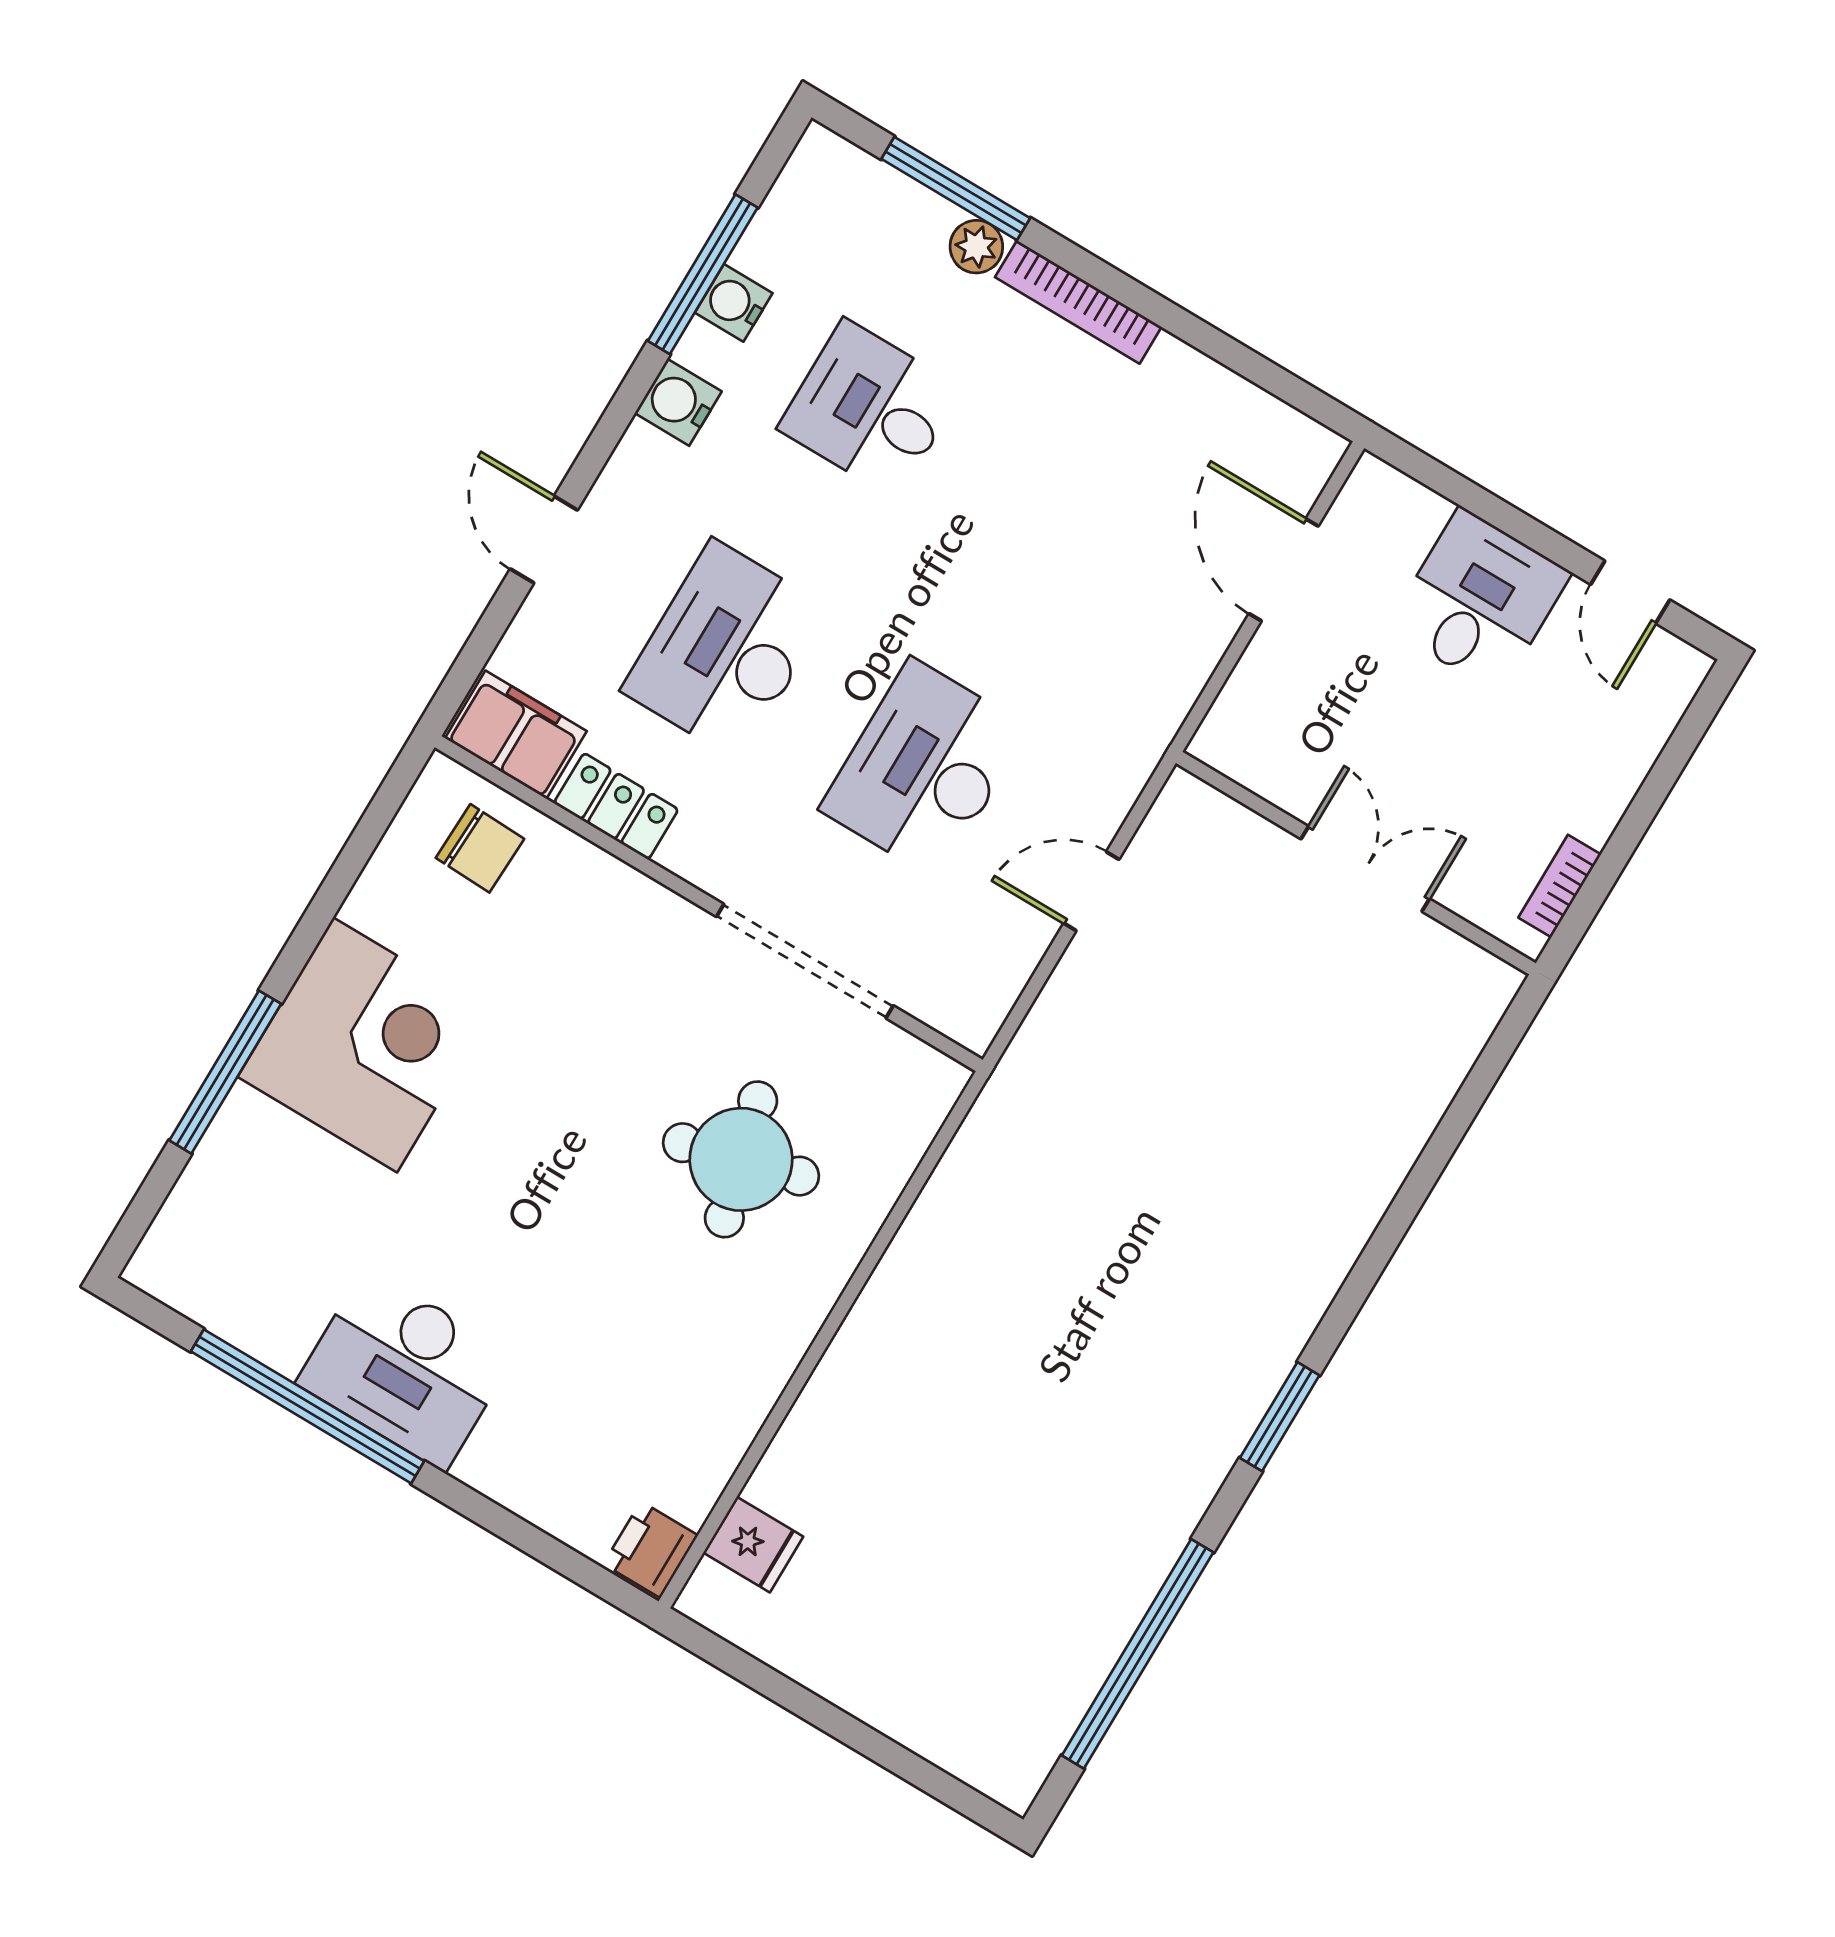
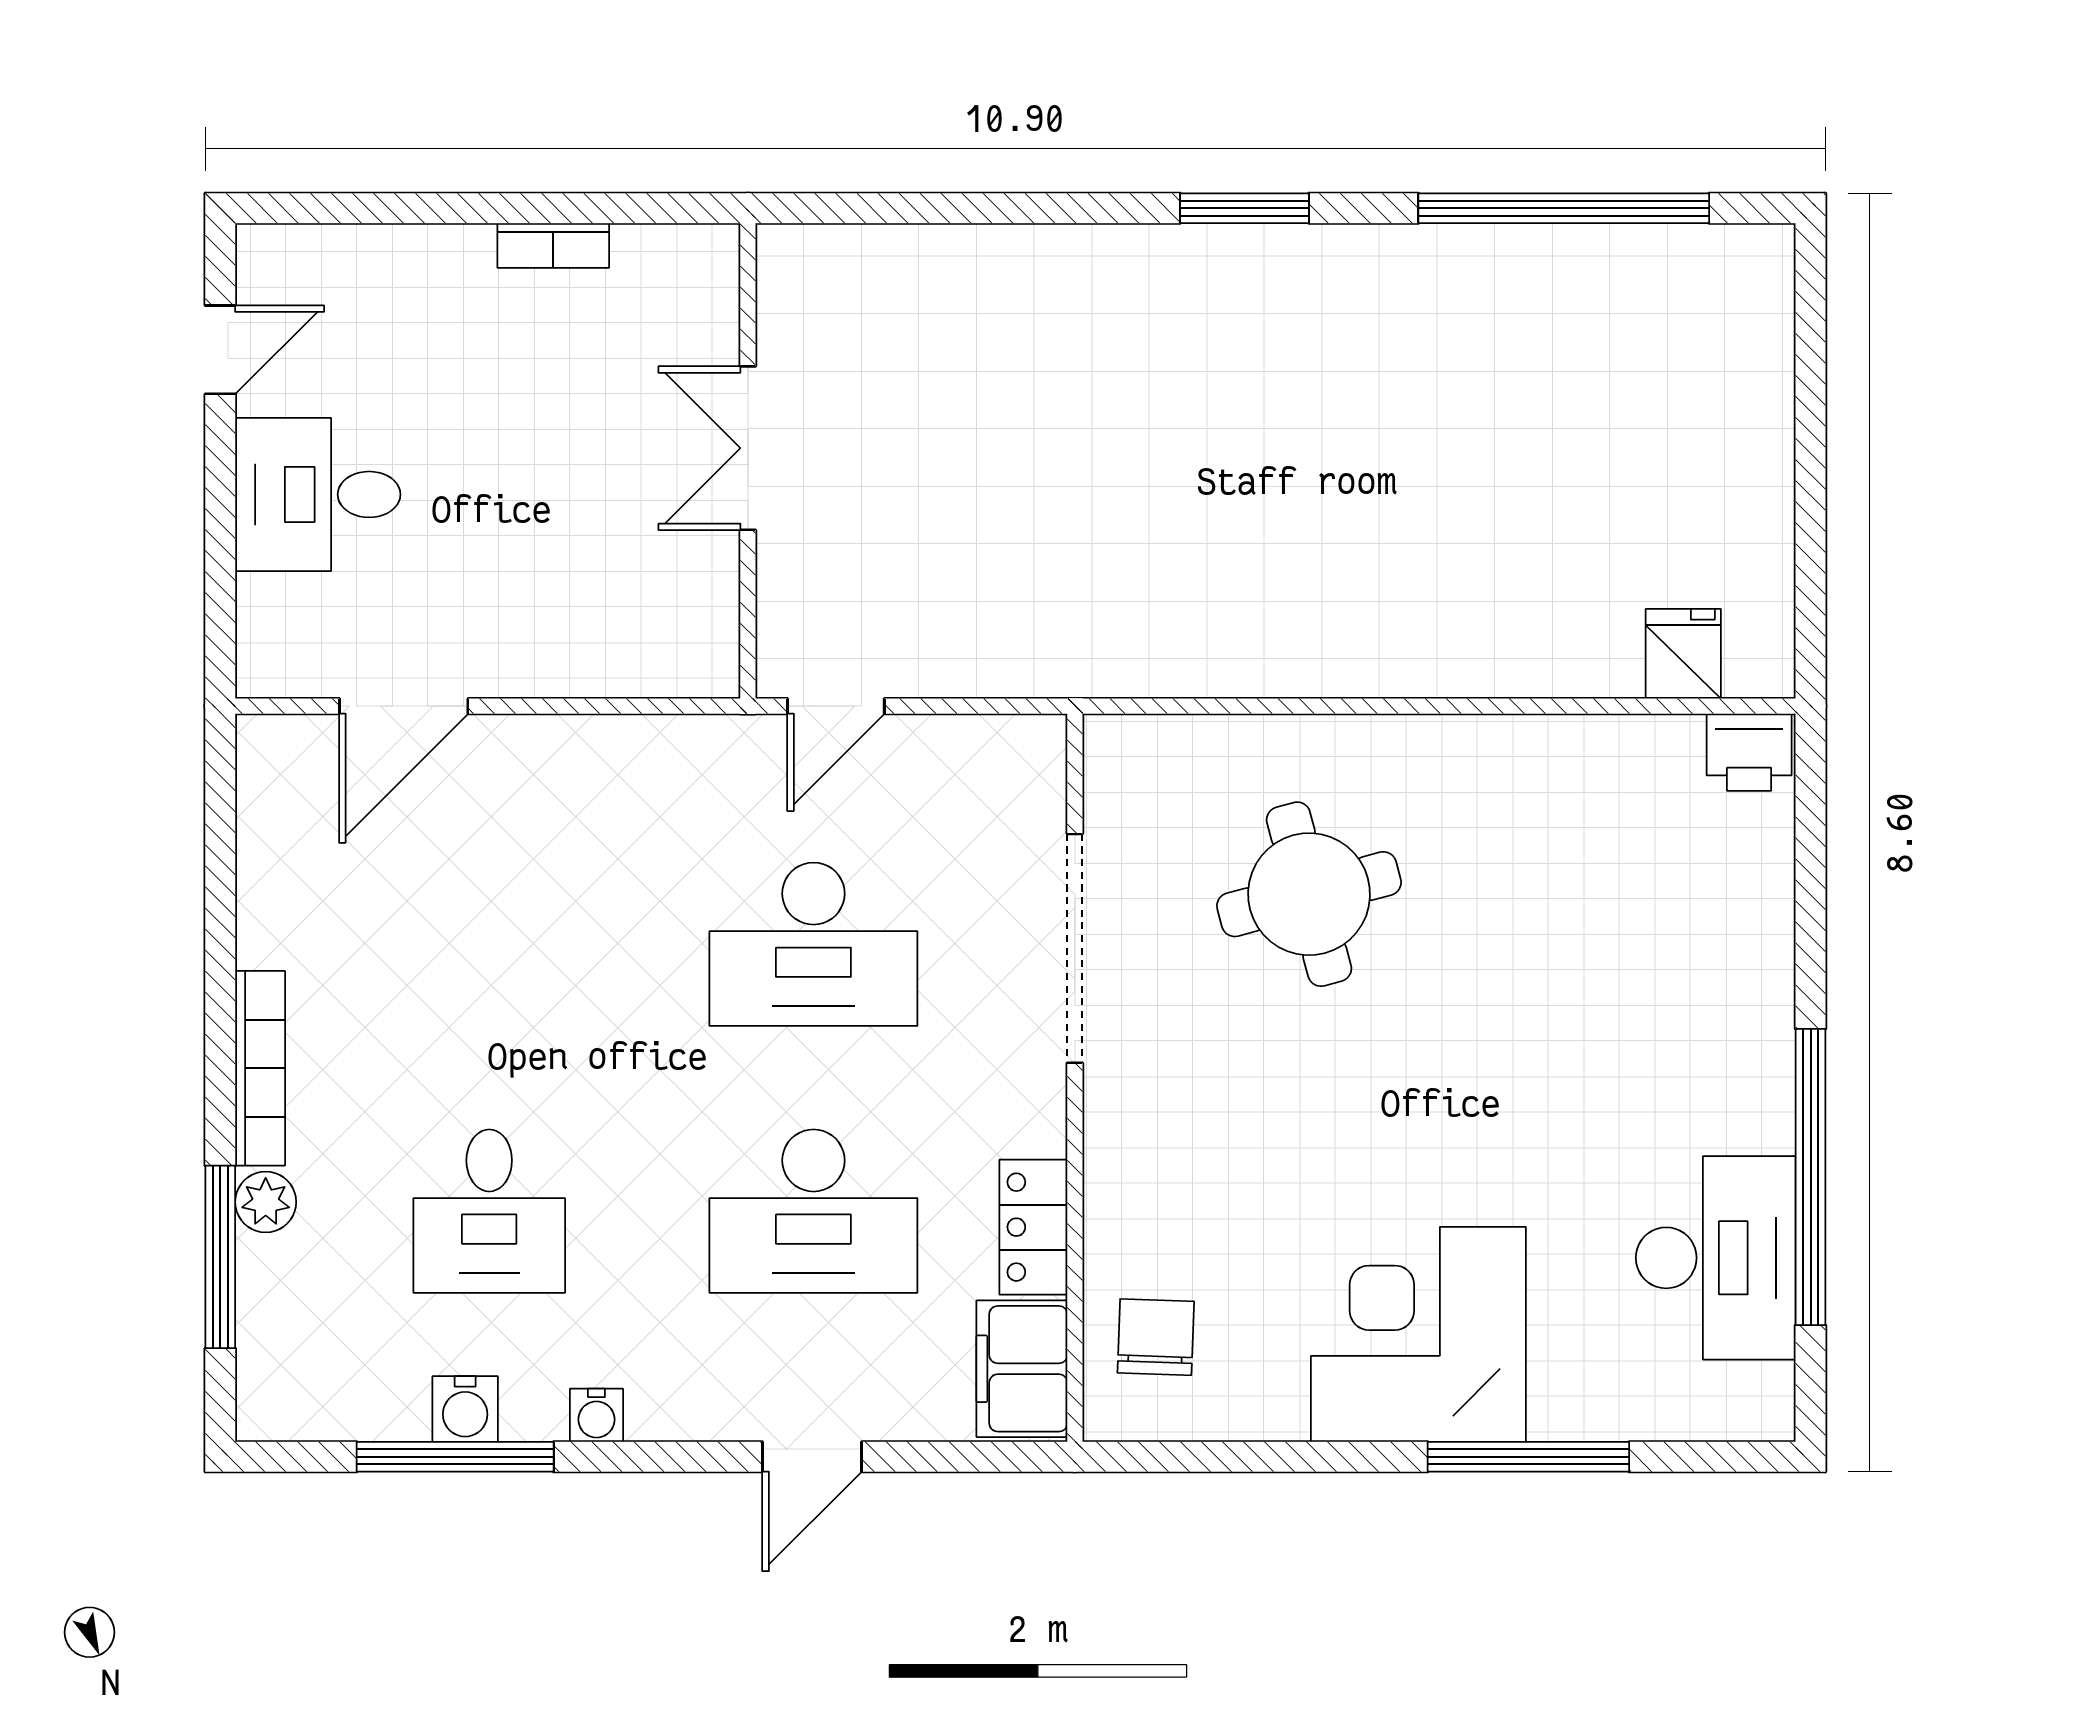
water cooler: (678, 402) -> (596, 1415), width x0.72, depth x0.72
wall: (1356, 863) -> (748, 461), moved
double door: (1365, 869) -> (748, 448), moved
door: (1091, 891) -> (836, 706), hinge flipped
desk: (405, 1369) -> (1716, 1258), moved

